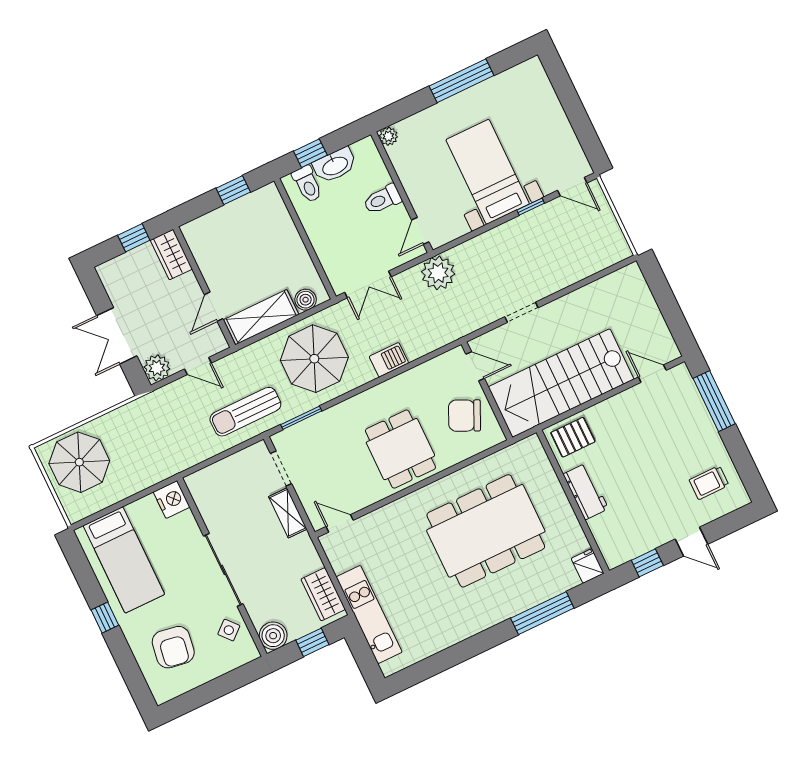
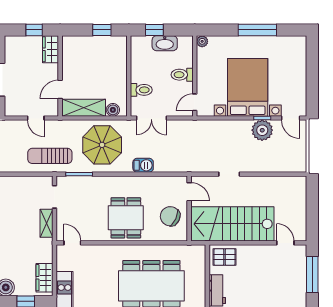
bed with nightstands: (488, 172) -> (248, 87), width x1.36
toilet: (307, 184) -> (141, 90), moved, turned -90
plant: (438, 273) -> (262, 130), moved
plant: (157, 368) -> (12, 108), removed

